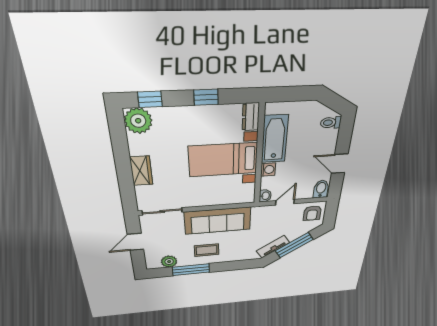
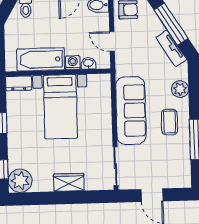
washbasin: (265, 196) -> (88, 63), moved
plant: (169, 262) -> (180, 89), moved

